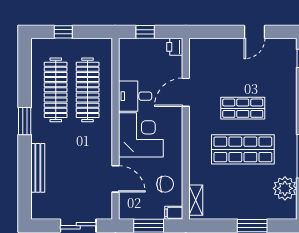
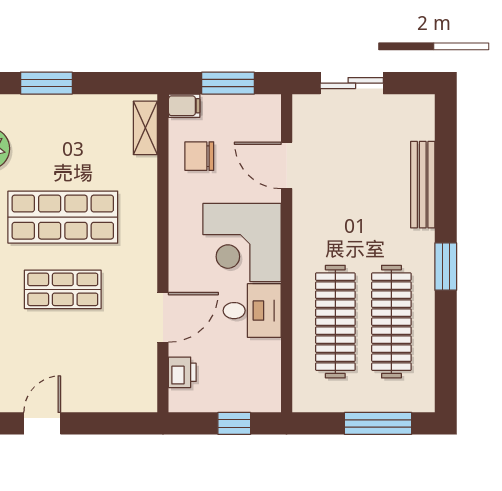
window: (63, 32) -> (378, 423), width x2.17
printer: (175, 47) -> (182, 372), moved

